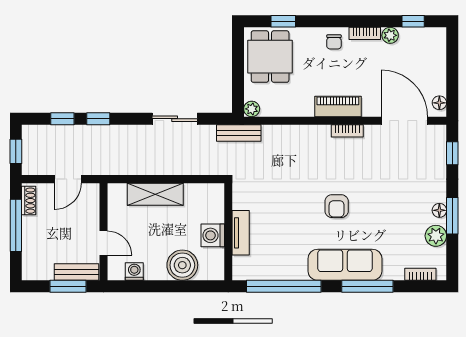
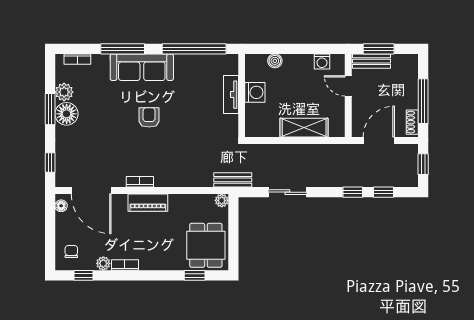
chair: (334, 42) -> (71, 252), moved
door: (68, 179) -> (379, 140), width x1.38
floor lamp: (439, 210) -> (67, 114), width x1.89, depth x1.89
boiler: (182, 265) -> (275, 61), width x0.54, depth x0.54

